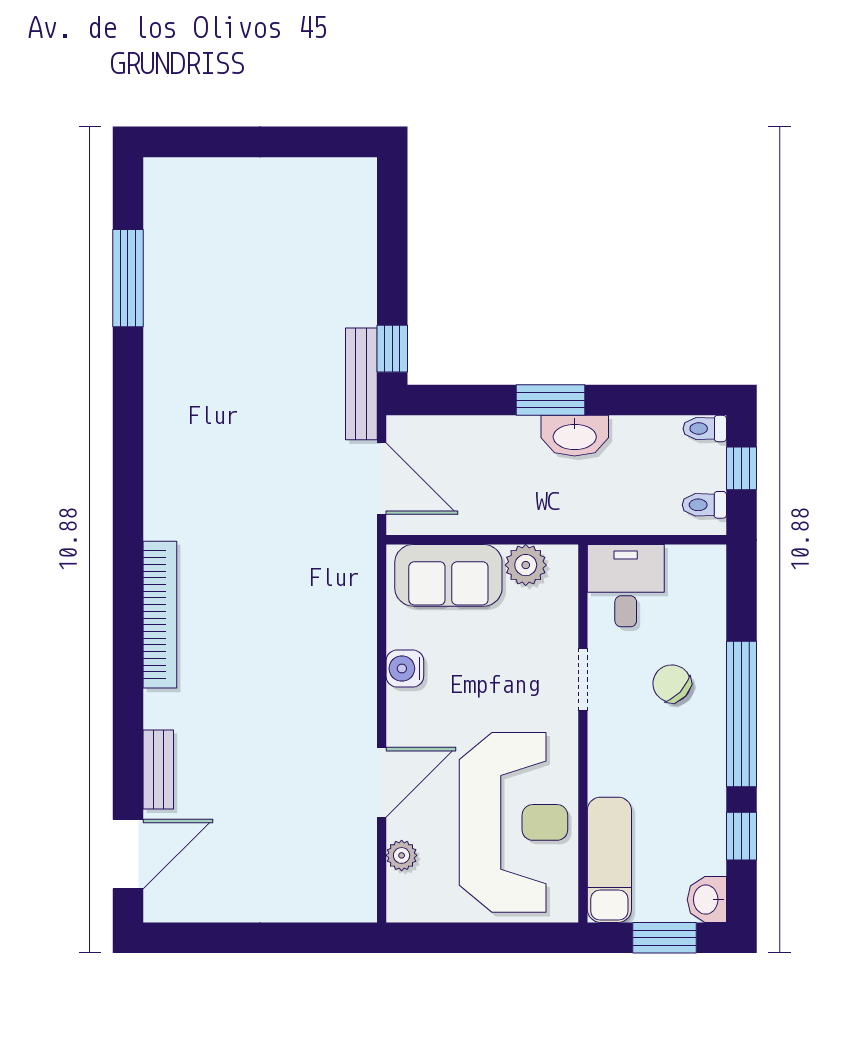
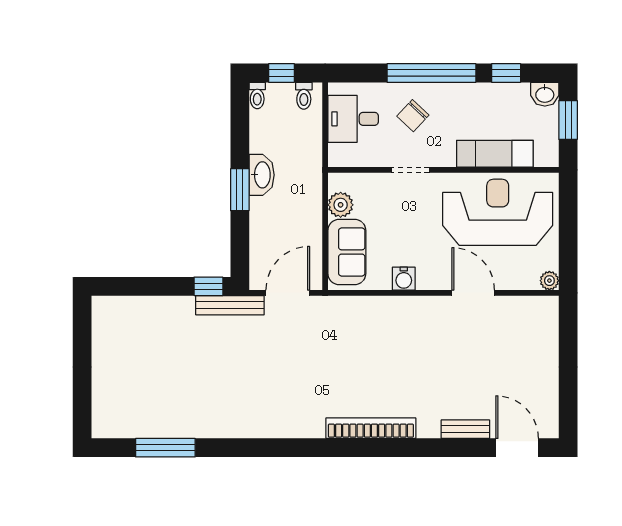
desk: (626, 586) -> (353, 119), moved
plant: (402, 855) -> (549, 281), moved
exam couch: (609, 860) -> (495, 154), moved

